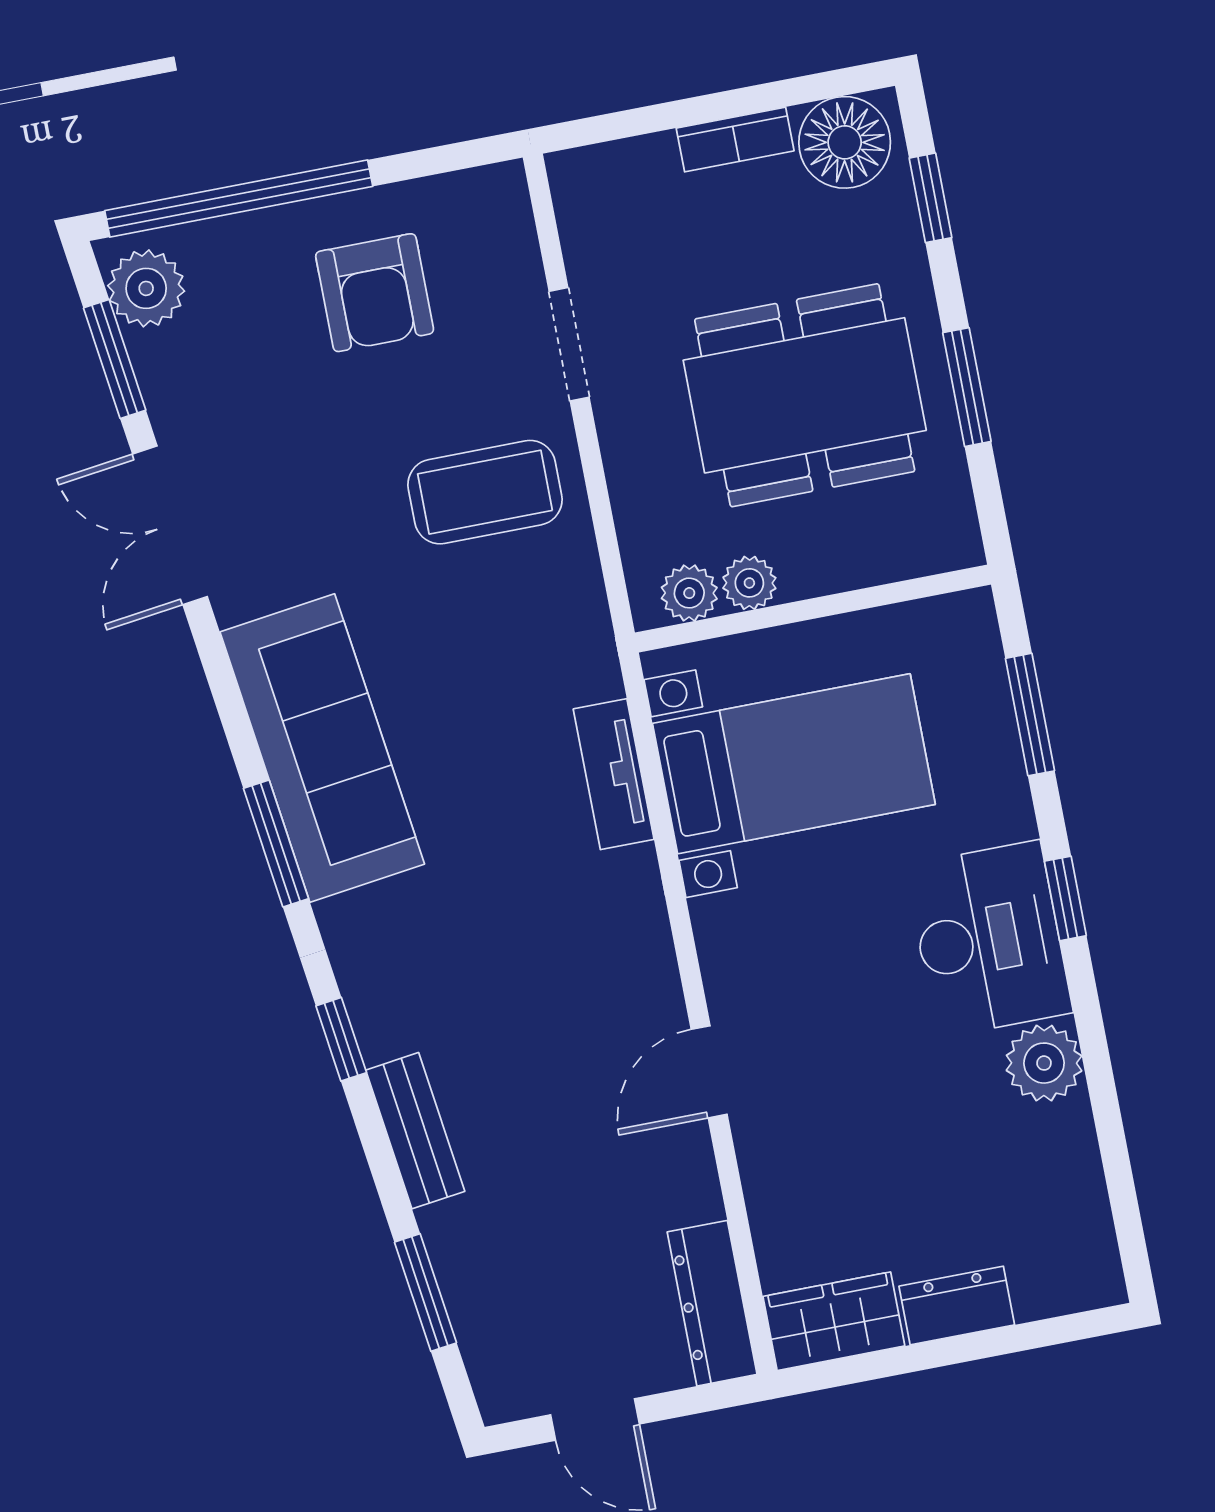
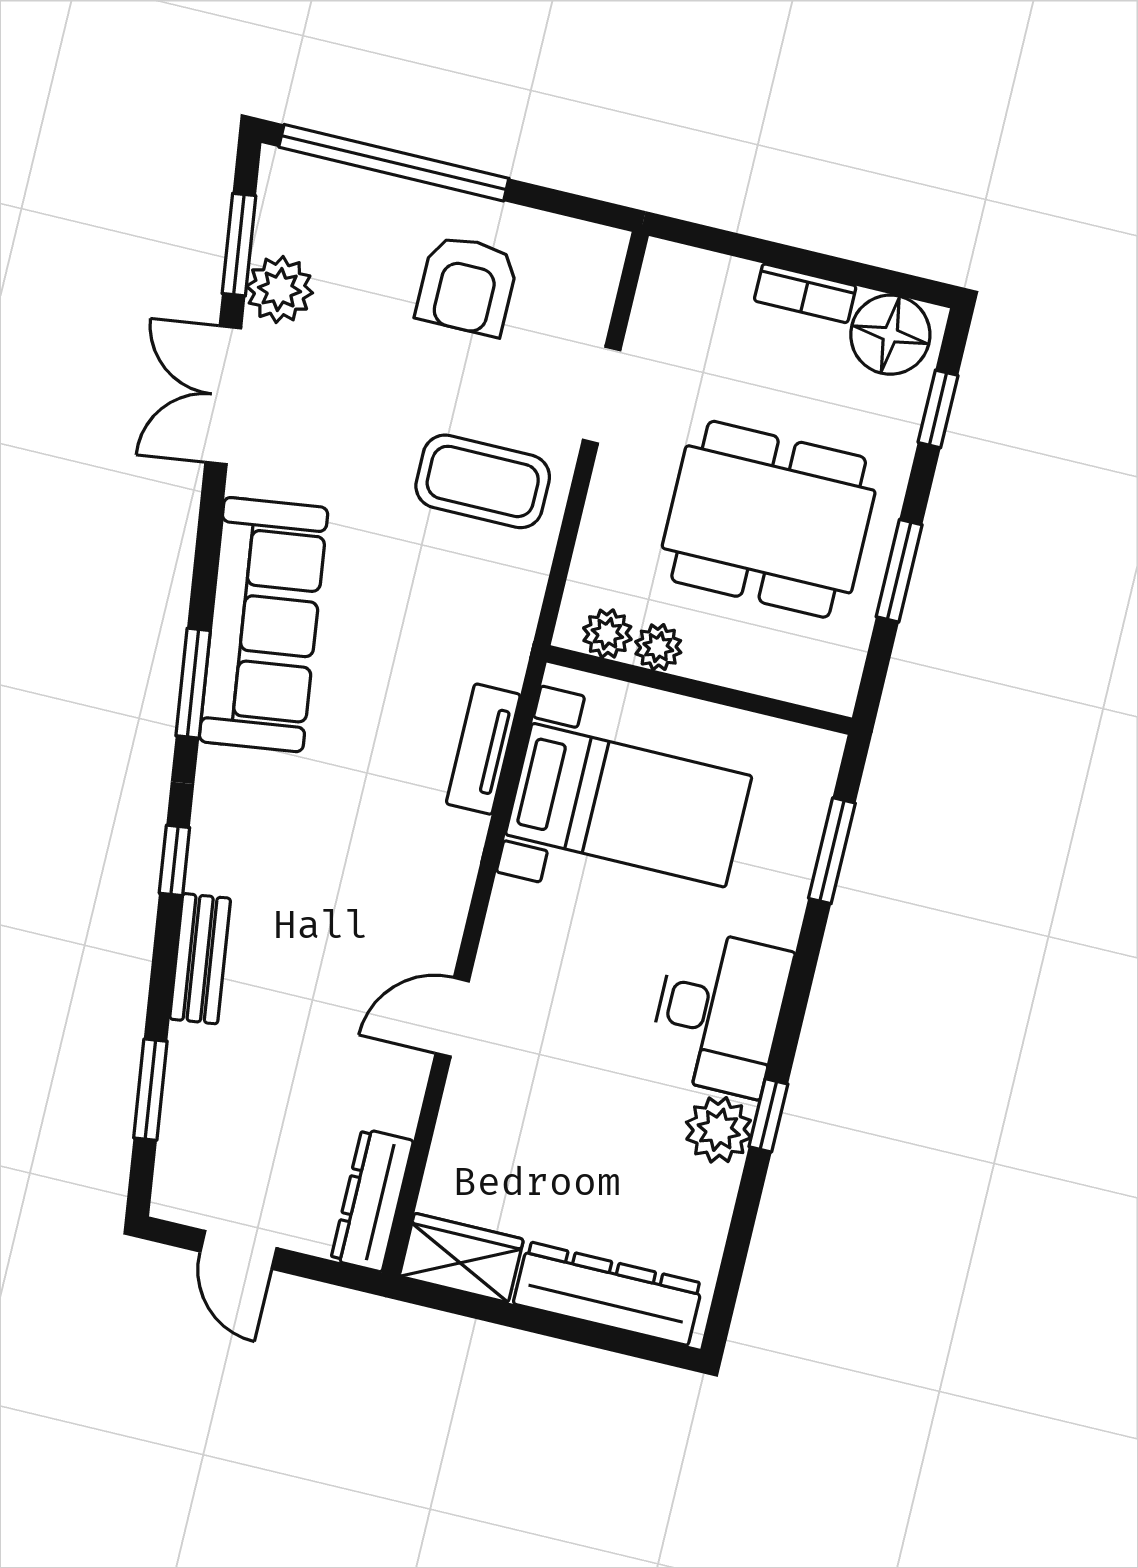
plant: (146, 288) -> (280, 290), moved
window: (1065, 898) -> (768, 1115), moved
dresser: (957, 1306) -> (608, 1294), width x1.96, depth x1.24

